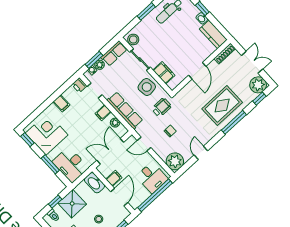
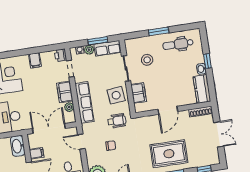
stool: (133, 39) -> (147, 60), moved
window: (94, 60) -> (98, 41), moved
plant: (258, 85) -> (211, 157), removed
filing cabinet: (103, 113) -> (65, 92), width x2.00

